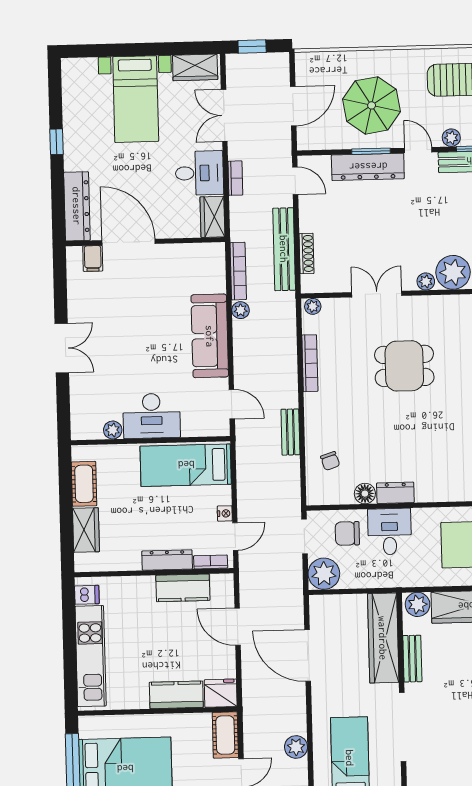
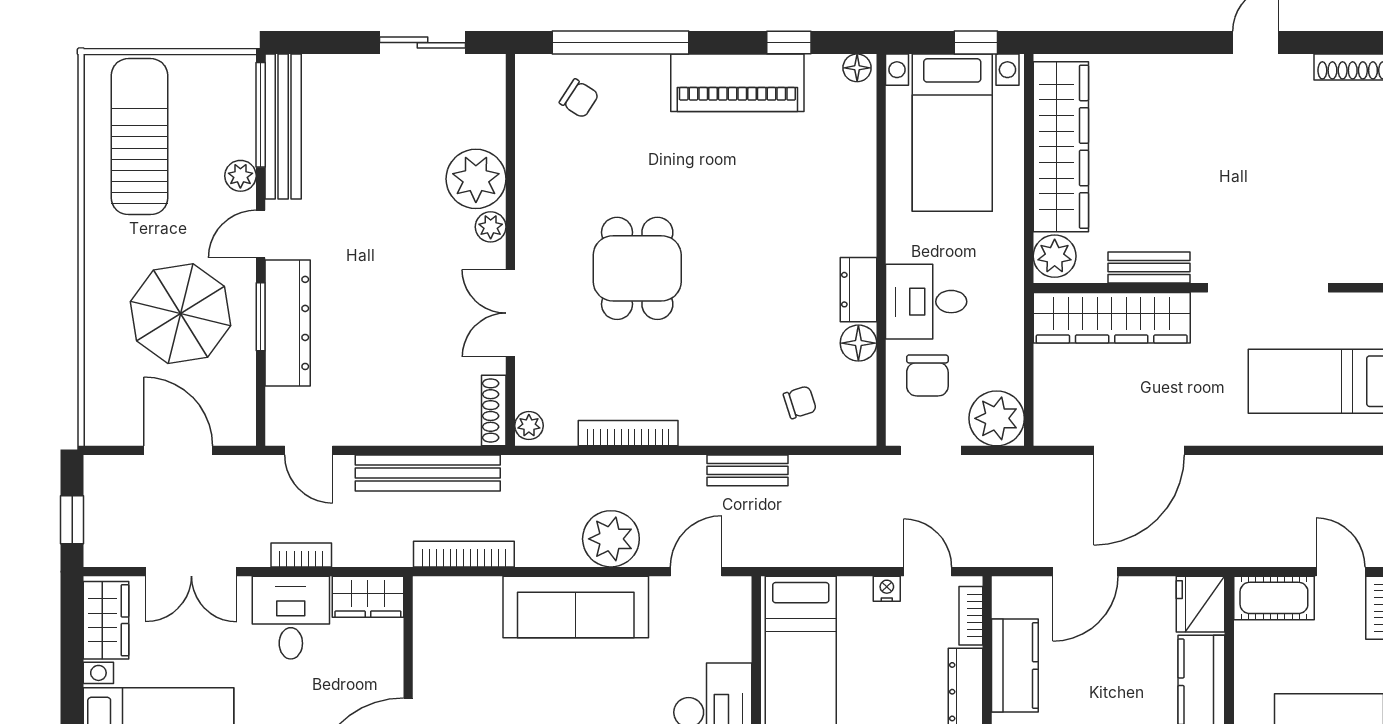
door: (295, 181) -> (309, 450), swing flipped
shoe rack: (307, 253) -> (494, 411), moved, turned -90
plant: (241, 310) -> (611, 539), moved, width x1.88, depth x1.88
plant: (296, 747) -> (1298, 475), removed

